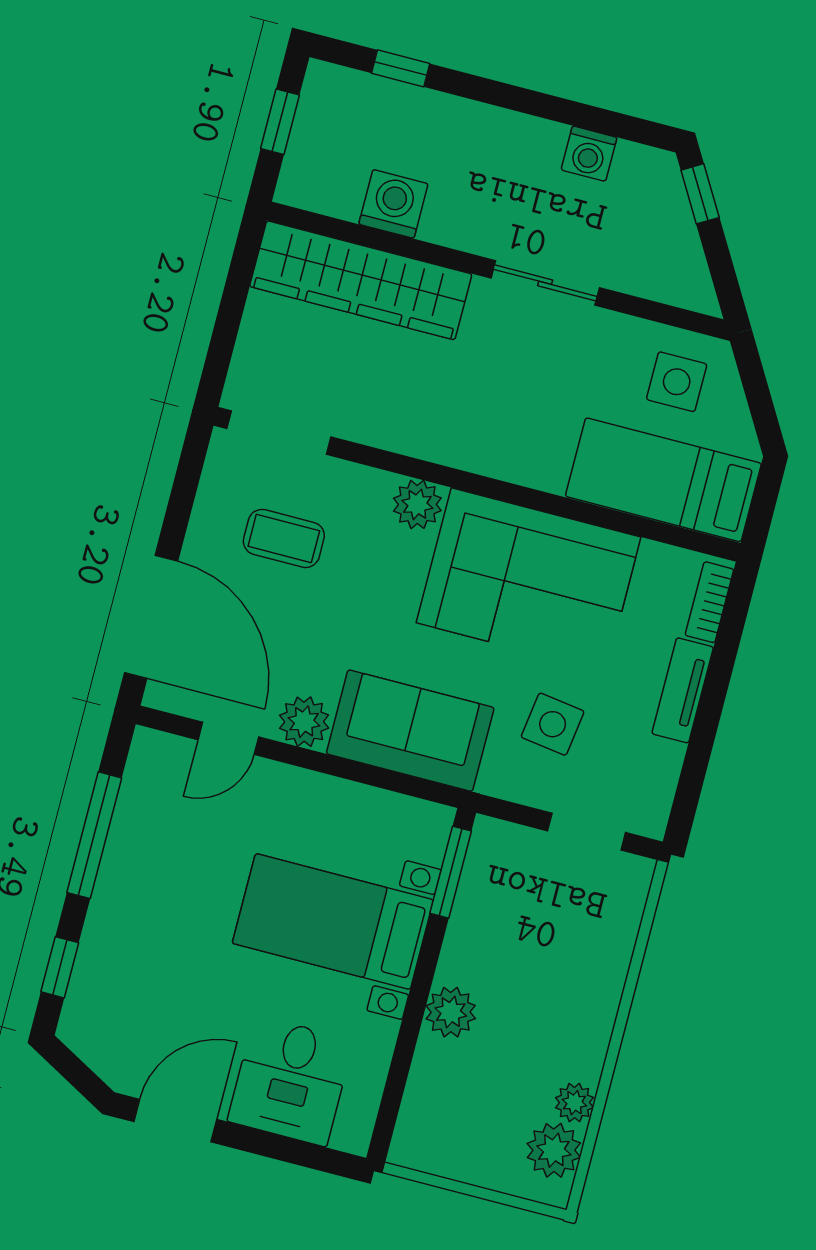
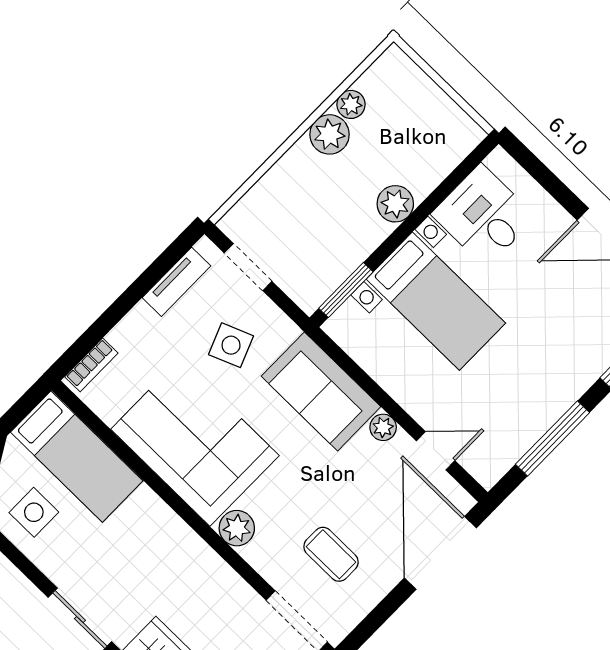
tv unit: (683, 690) -> (177, 282), moved
plant: (304, 722) -> (383, 427), width x0.73, depth x0.73
side table: (553, 724) -> (231, 345), turned -30
desk: (291, 1081) -> (484, 216), moved, turned -90
plant: (554, 1150) -> (329, 134), moved

